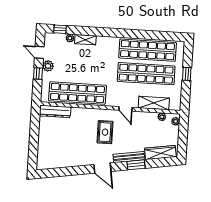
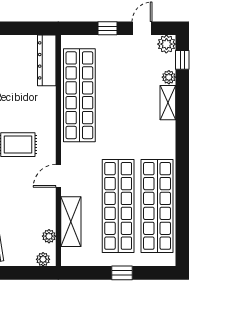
plant: (48, 66) -> (166, 44), moved

